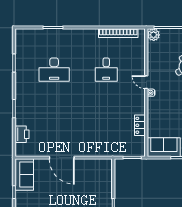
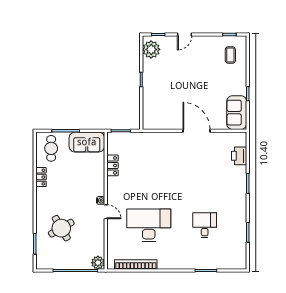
desk: (54, 70) -> (205, 225), width x0.73
desk: (106, 70) -> (149, 225), width x1.87, depth x1.30

